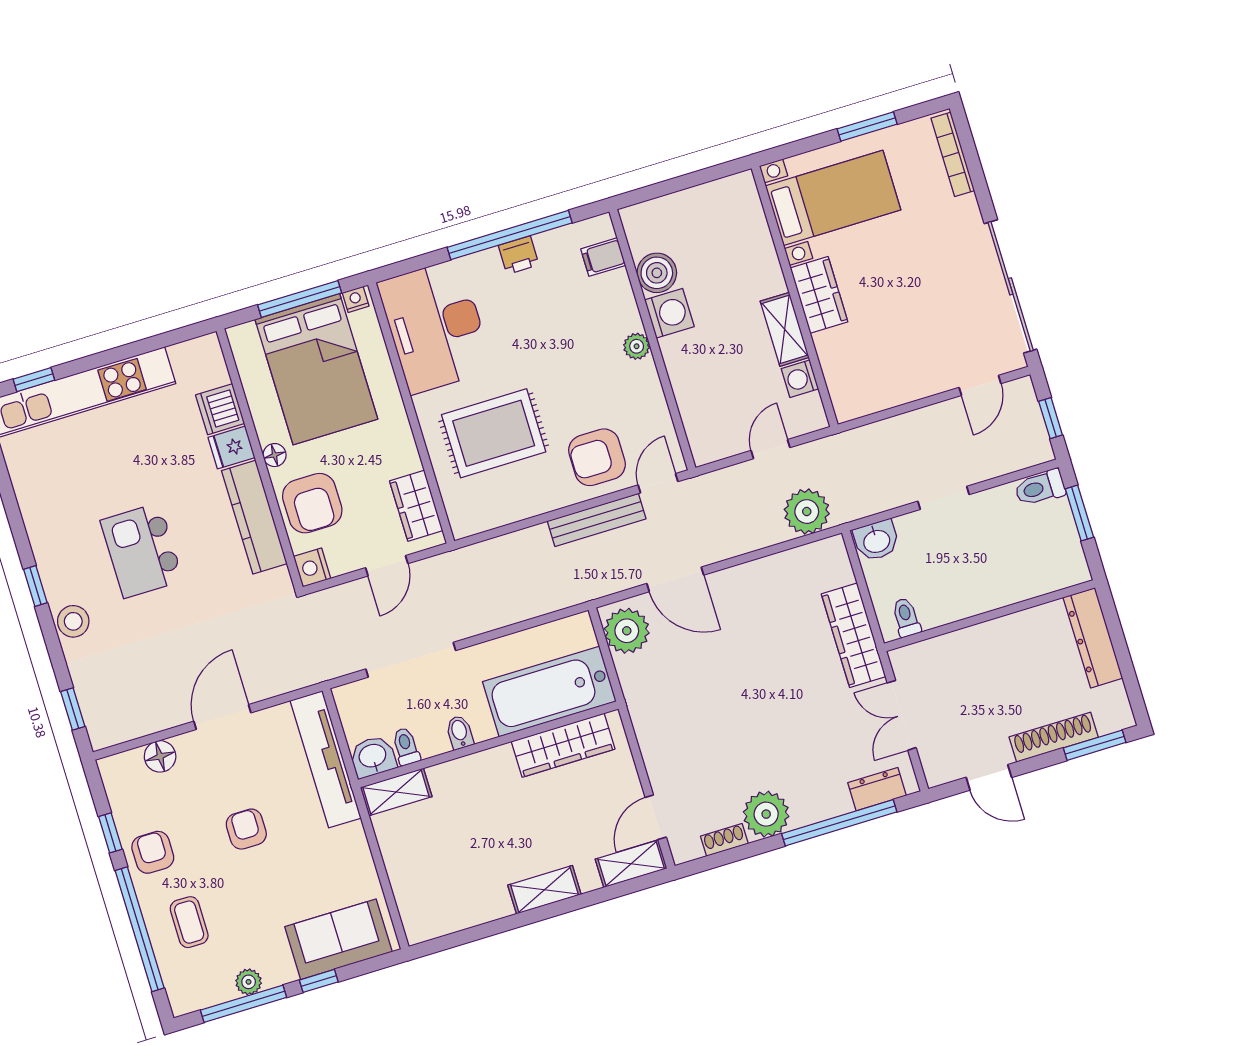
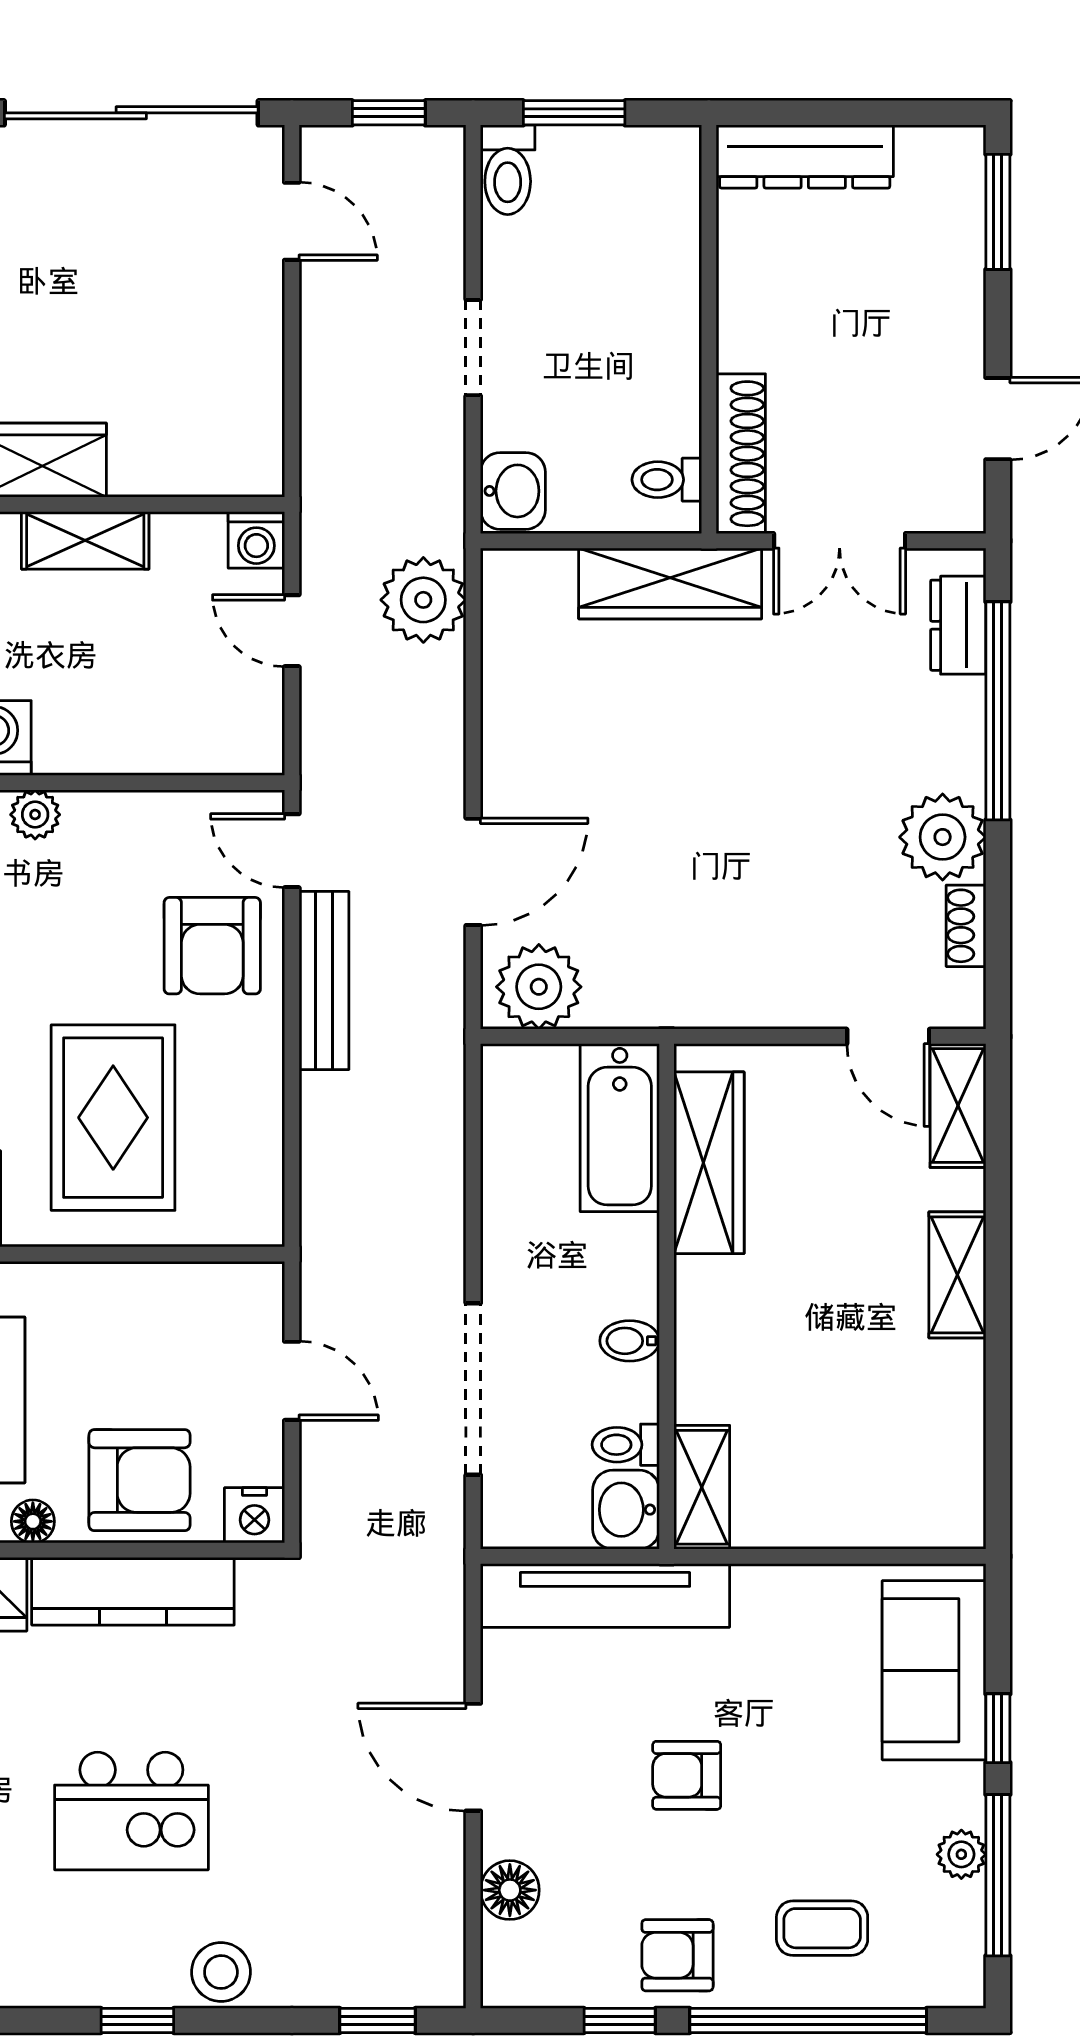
washing machine: (800, 379) -> (256, 540), moved
wardrobe: (416, 506) -> (201, 1296), removed
bathtub: (549, 691) -> (620, 1128), width x0.73, depth x0.73
shoe rack: (1054, 737) -> (741, 454), moved, turned 180

